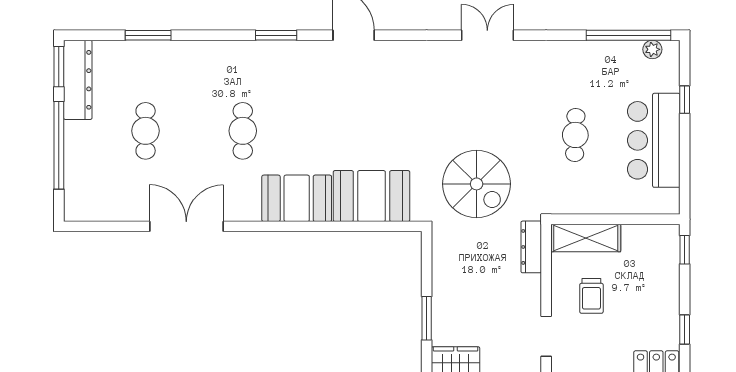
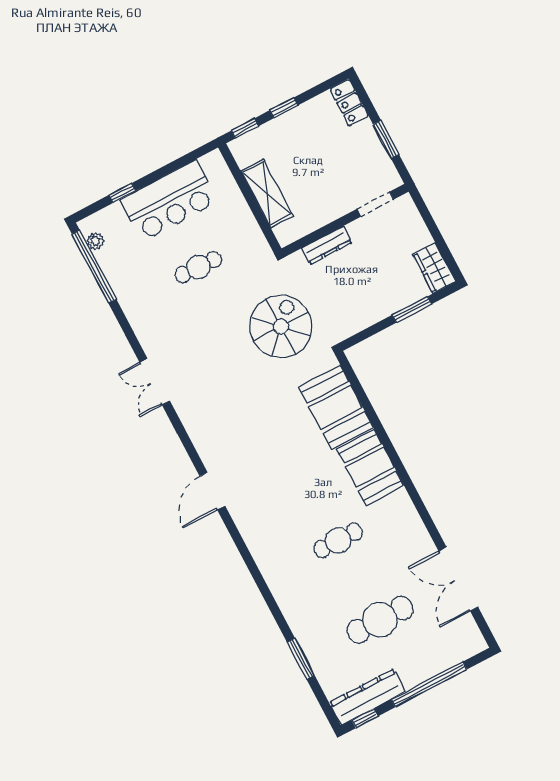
window: (276, 35) -> (246, 554), removed
window: (59, 67) -> (365, 718), width x0.67
cafe table: (146, 131) -> (380, 620), width x1.37, depth x1.35
double door: (186, 226) -> (458, 579), moved
shelving: (586, 238) -> (267, 193), moved
dresser: (531, 247) -> (327, 245), moved
trolley: (591, 296) -> (323, 185), removed
window: (685, 330) -> (284, 108), moved

